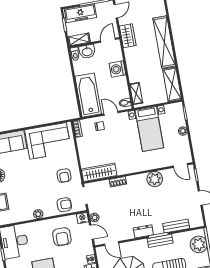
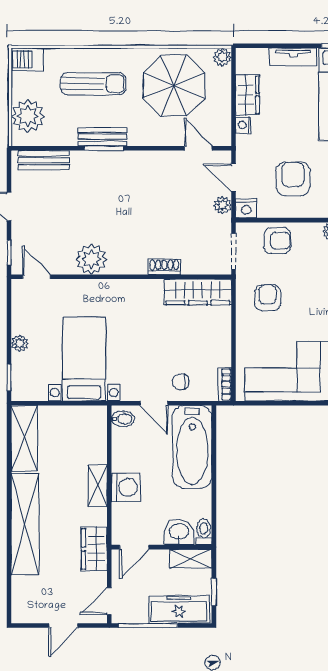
shelving: (136, 94) -> (98, 486), moved
armchair: (64, 205) -> (277, 241), turned 180
bench: (176, 226) -> (44, 160), moved
dresser: (143, 231) -> (132, 161), removed

